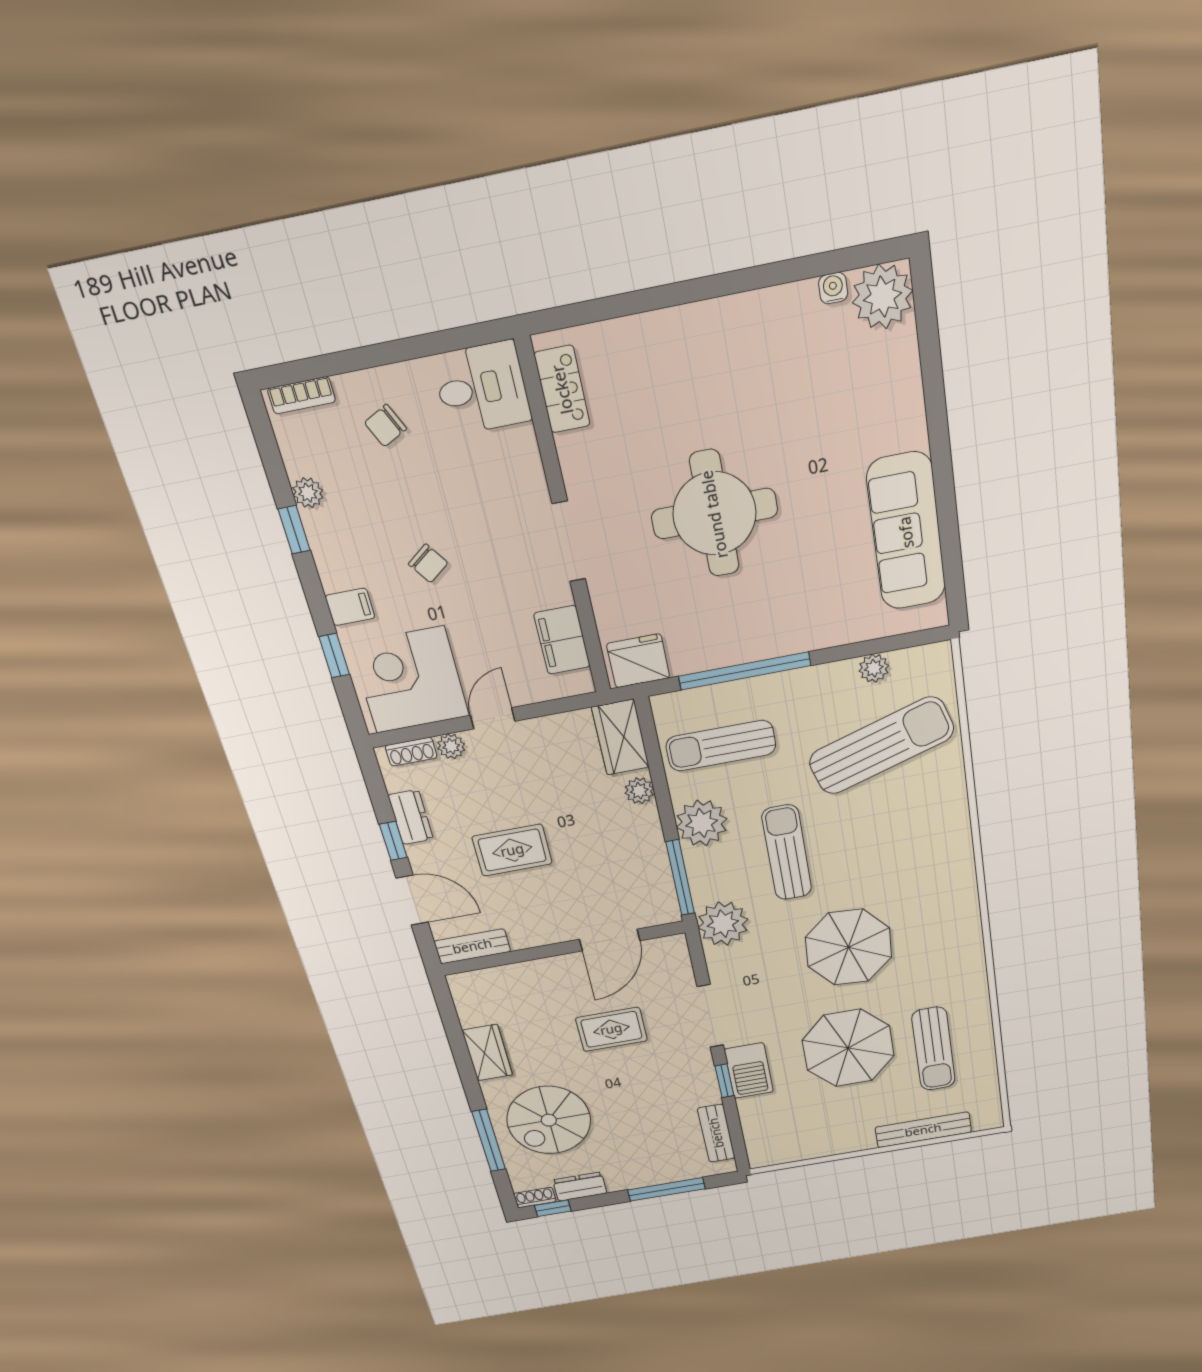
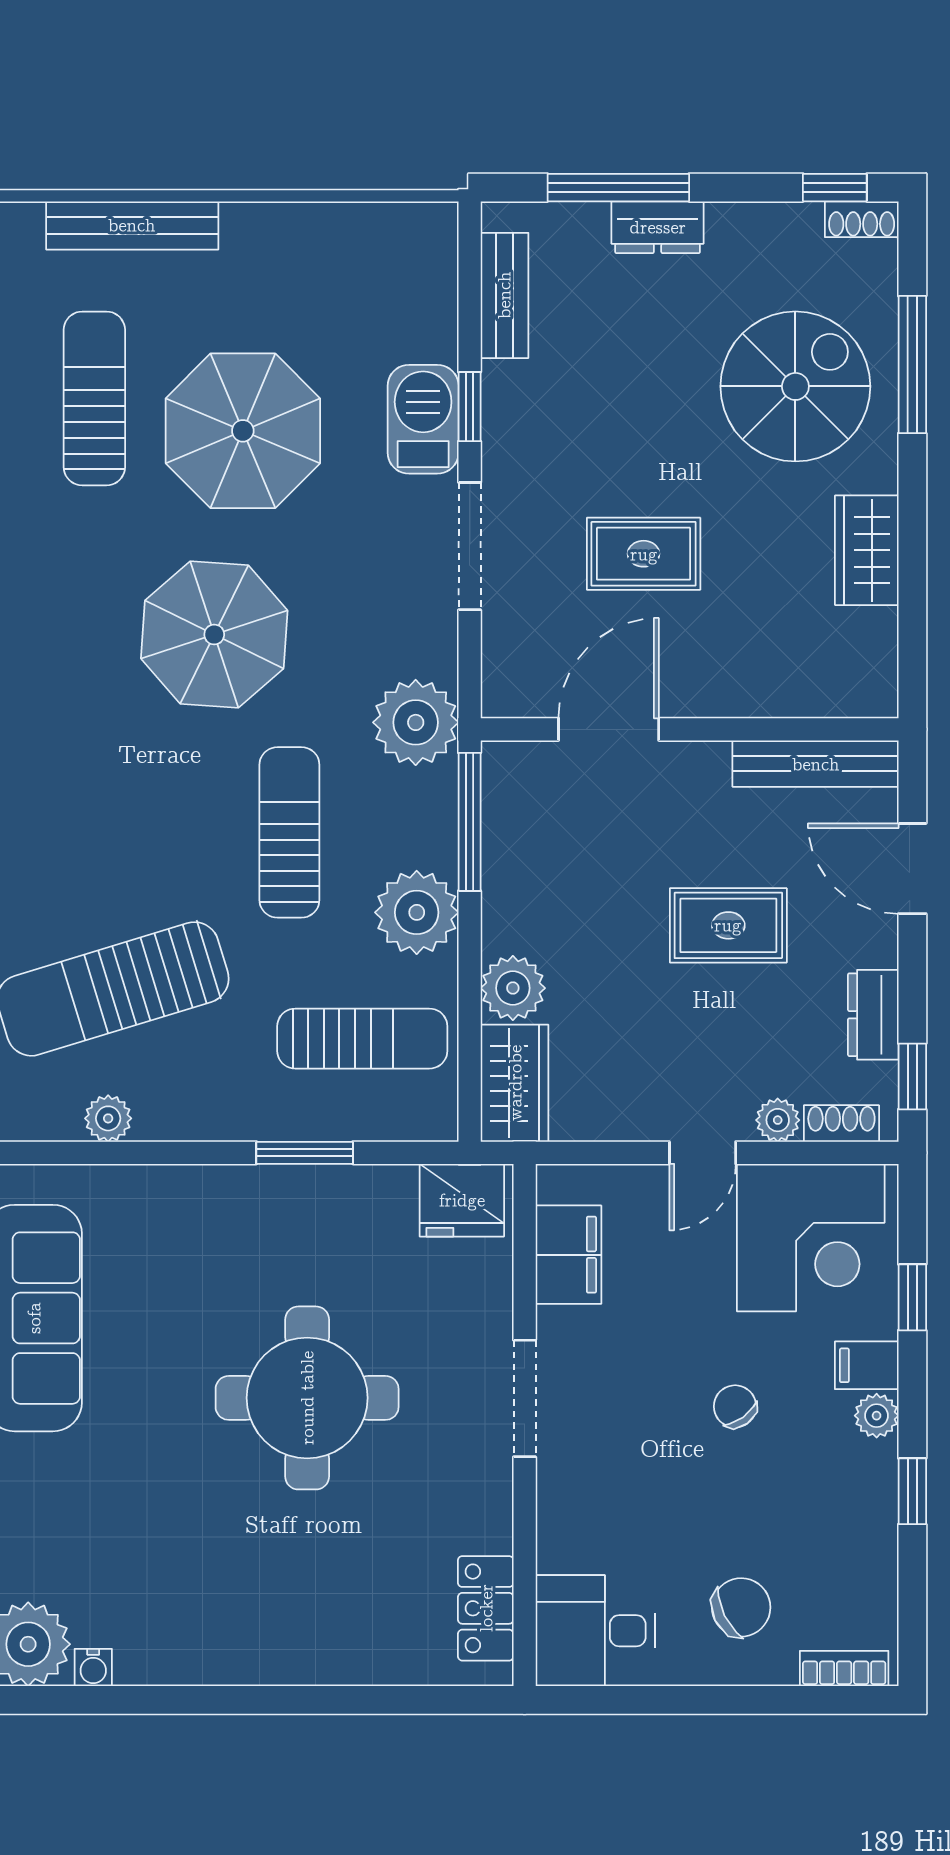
chair: (385, 426) -> (741, 1607), width x1.37, depth x1.37
plant: (308, 493) -> (877, 1416), moved
window: (745, 671) -> (305, 1153), width x0.47
plant: (639, 791) -> (513, 988), width x1.38, depth x1.38
window: (393, 841) -> (912, 1076), moved
sun lounger: (787, 853) -> (289, 832), turned 180
bench: (472, 946) -> (816, 764), width x1.36
dresser: (580, 1187) -> (658, 227), moved

